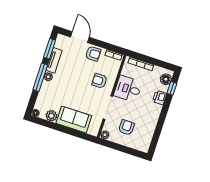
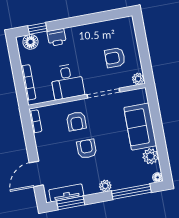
armchair: (93, 54) -> (87, 149), moved
tv unit: (54, 60) -> (66, 193), moved
window: (40, 77) -> (131, 192), moved

